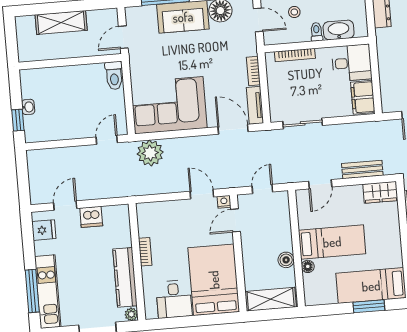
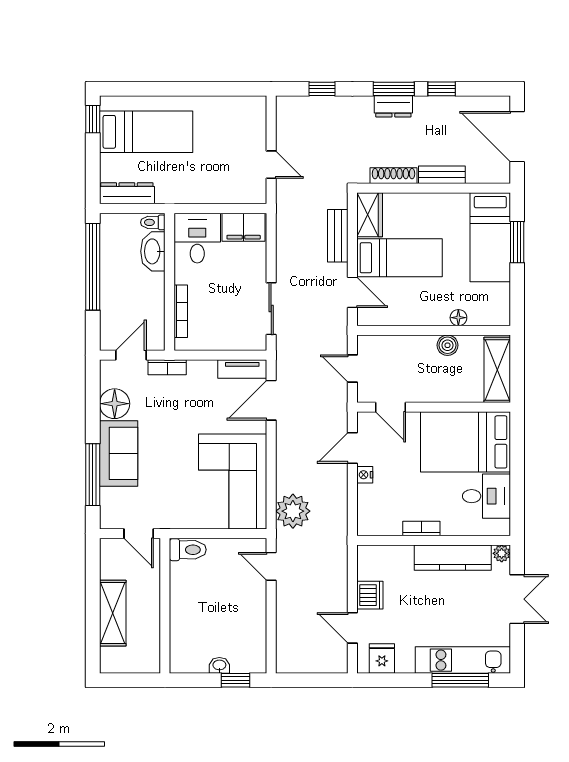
stool: (294, 12) -> (125, 307), removed
toilet: (316, 32) -> (153, 222), moved
bookcase: (253, 71) -> (167, 367), moved
nightstand: (224, 202) -> (365, 475), moved
bed: (332, 242) -> (399, 258), moved, turned 90

